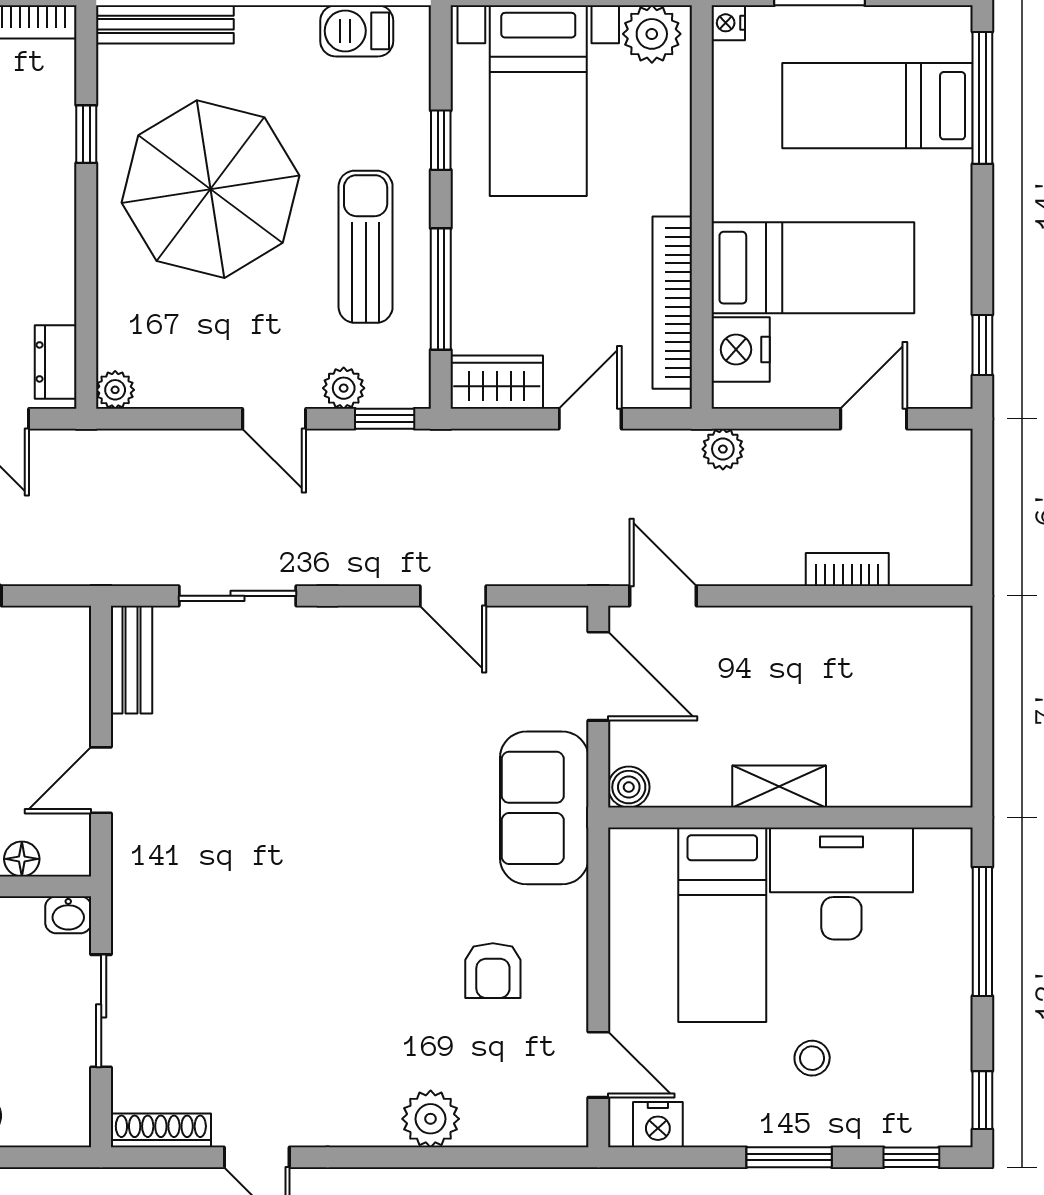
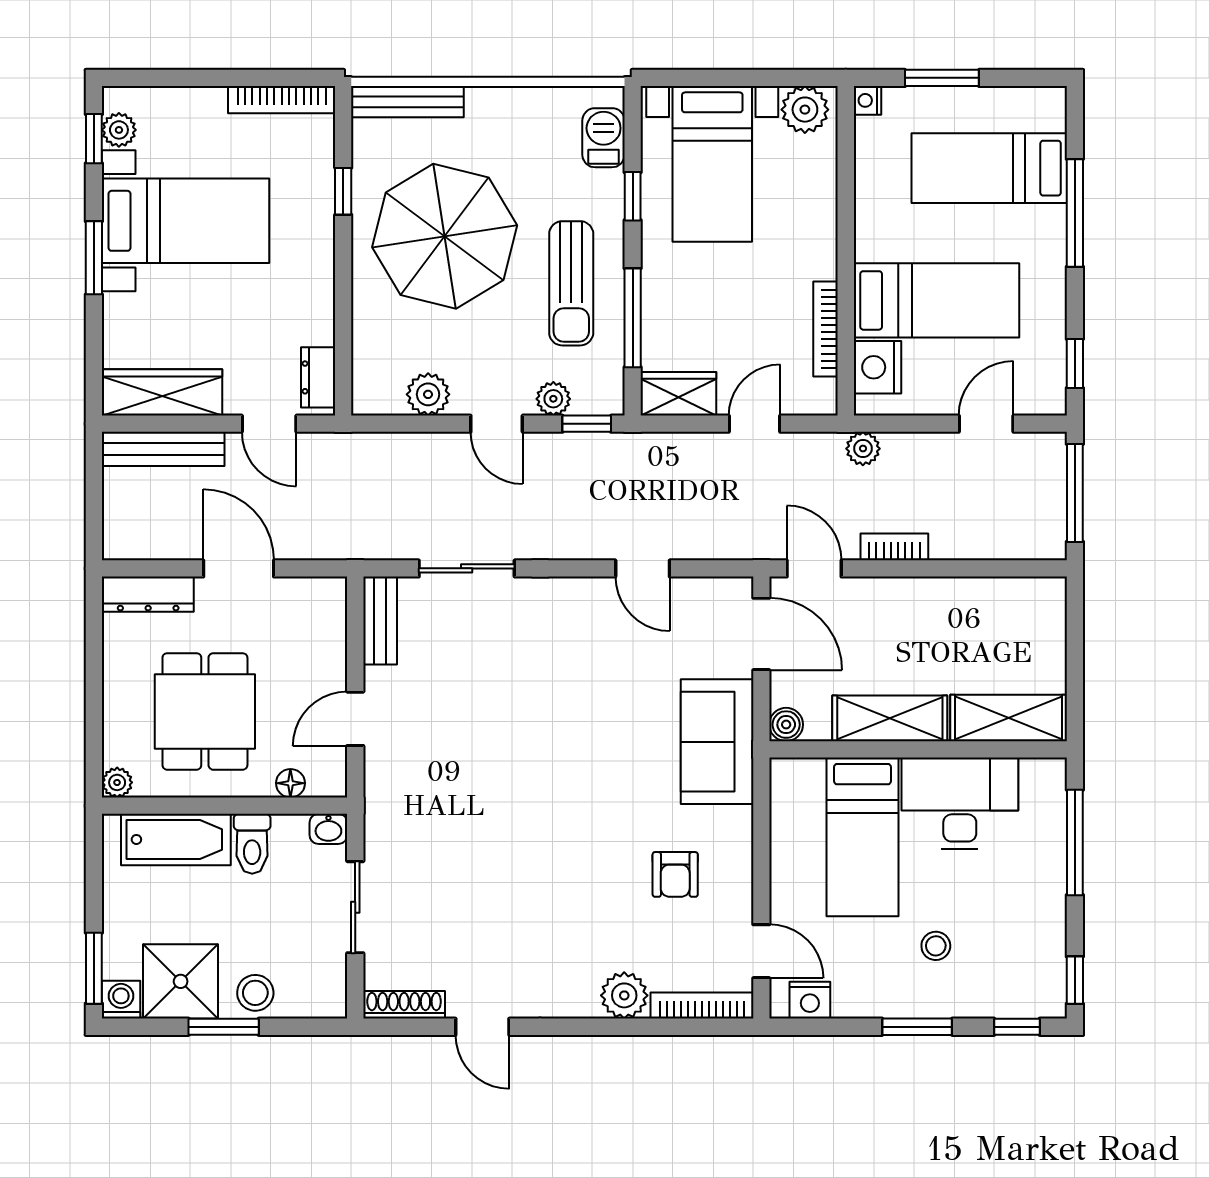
barbecue: (357, 31) -> (604, 138), moved, turned 90
window: (982, 98) -> (1075, 213), moved
sun lounger: (366, 247) -> (571, 283), turned 180
bookcase: (672, 303) -> (825, 329), width x0.68, depth x0.76
plant: (115, 390) -> (428, 394), moved, width x1.38, depth x1.38
window: (982, 504) -> (1075, 493), added
bookcase: (847, 570) -> (894, 547), moved
shelving: (901, 779) -> (1009, 718), added
shelving: (779, 787) -> (890, 718), width x1.50, depth x1.33
bookcase: (526, 1131) -> (702, 1006), added

